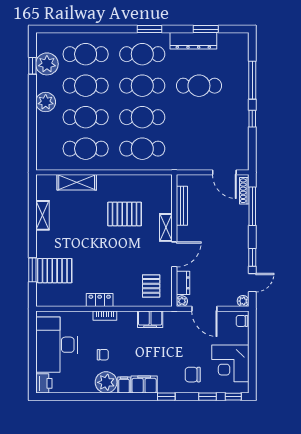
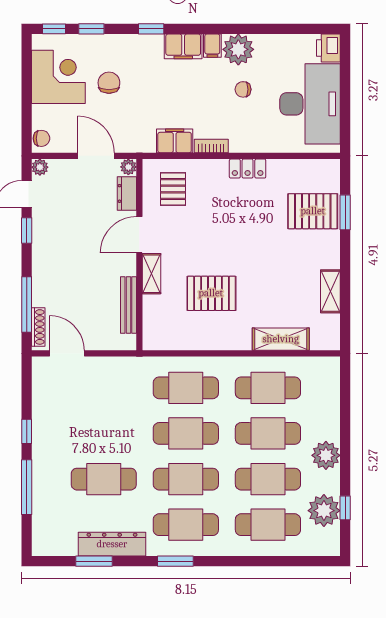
bookcase: (105, 316) -> (211, 146), moved
chair: (193, 375) -> (109, 83), moved, turned -90

